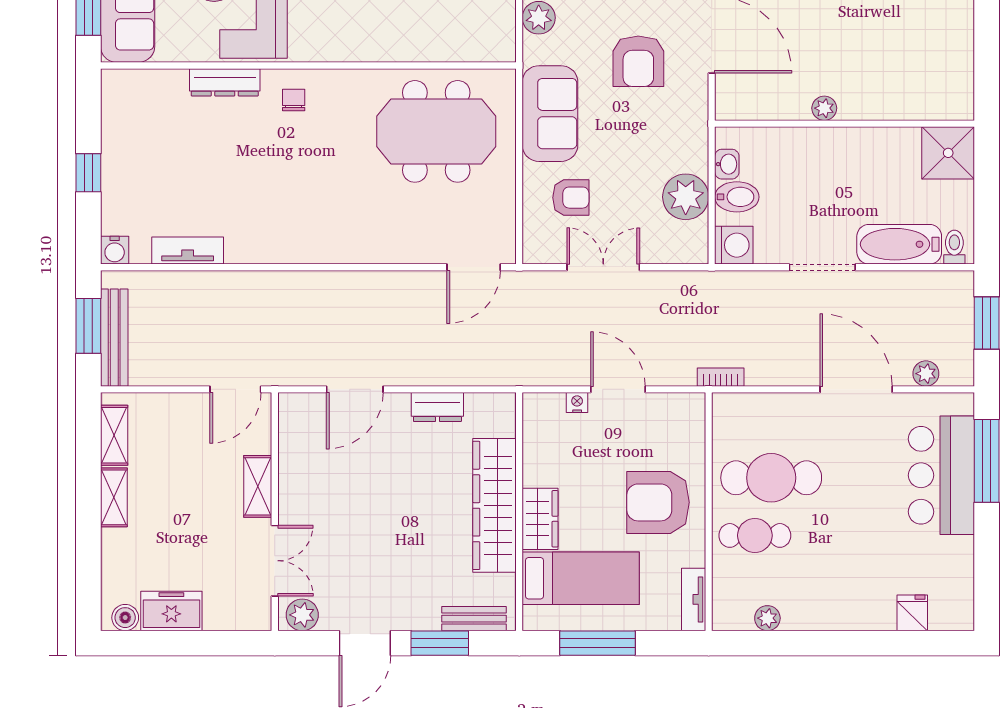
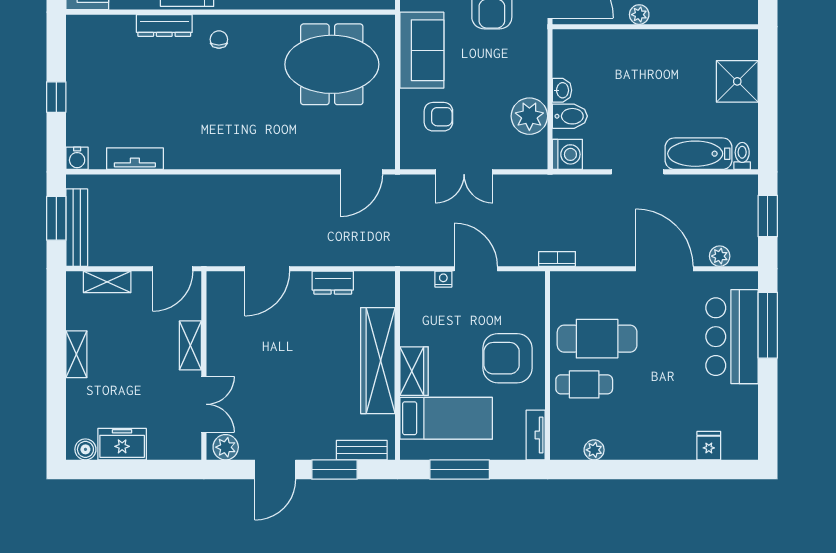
plant: (824, 108) -> (639, 15), moved
wall: (845, 124) -> (655, 27), moved
double door: (603, 267) -> (464, 172), swing flipped
shelving: (114, 435) -> (107, 282), moved, turned 90

